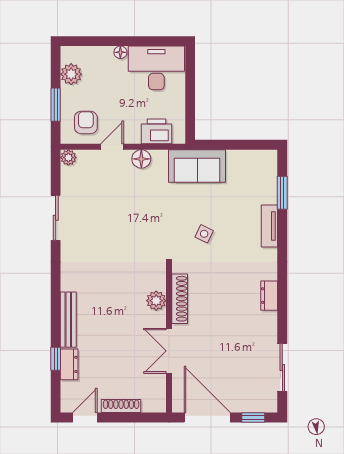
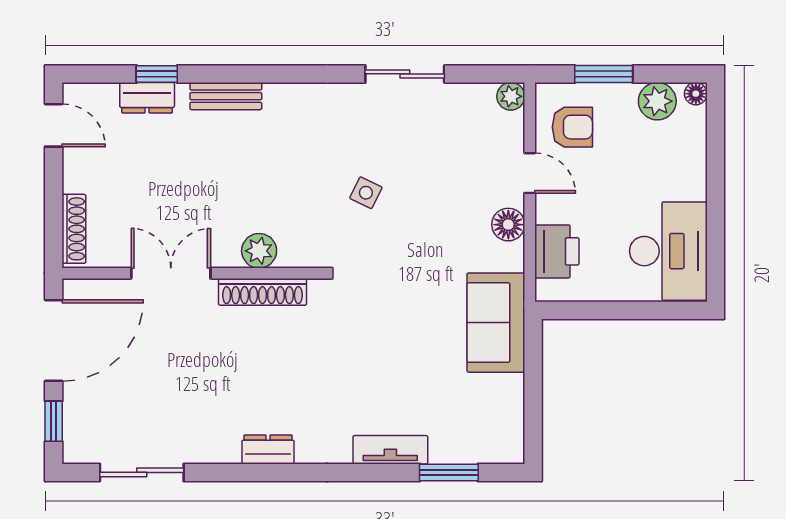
floor lamp: (120, 52) -> (696, 94), moved
side table: (204, 234) -> (366, 193), moved
bench: (68, 320) -> (226, 96), width x0.73
shoe rack: (121, 406) -> (74, 229), moved

